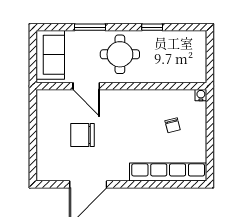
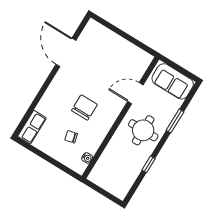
water cooler: (201, 95) -> (87, 158), moved
chair: (83, 135) -> (84, 107), moved
row of seats: (168, 172) -> (32, 127), width x0.50

